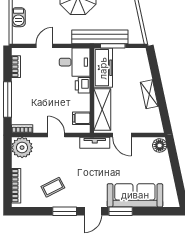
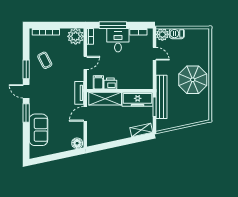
plant: (20, 36) -> (162, 34), added
desk: (75, 62) -> (118, 40), moved, turned 180
printer: (83, 85) -> (110, 83), moved
shelving: (149, 94) -> (141, 130), moved
sofa: (135, 195) -> (38, 130), width x0.73

